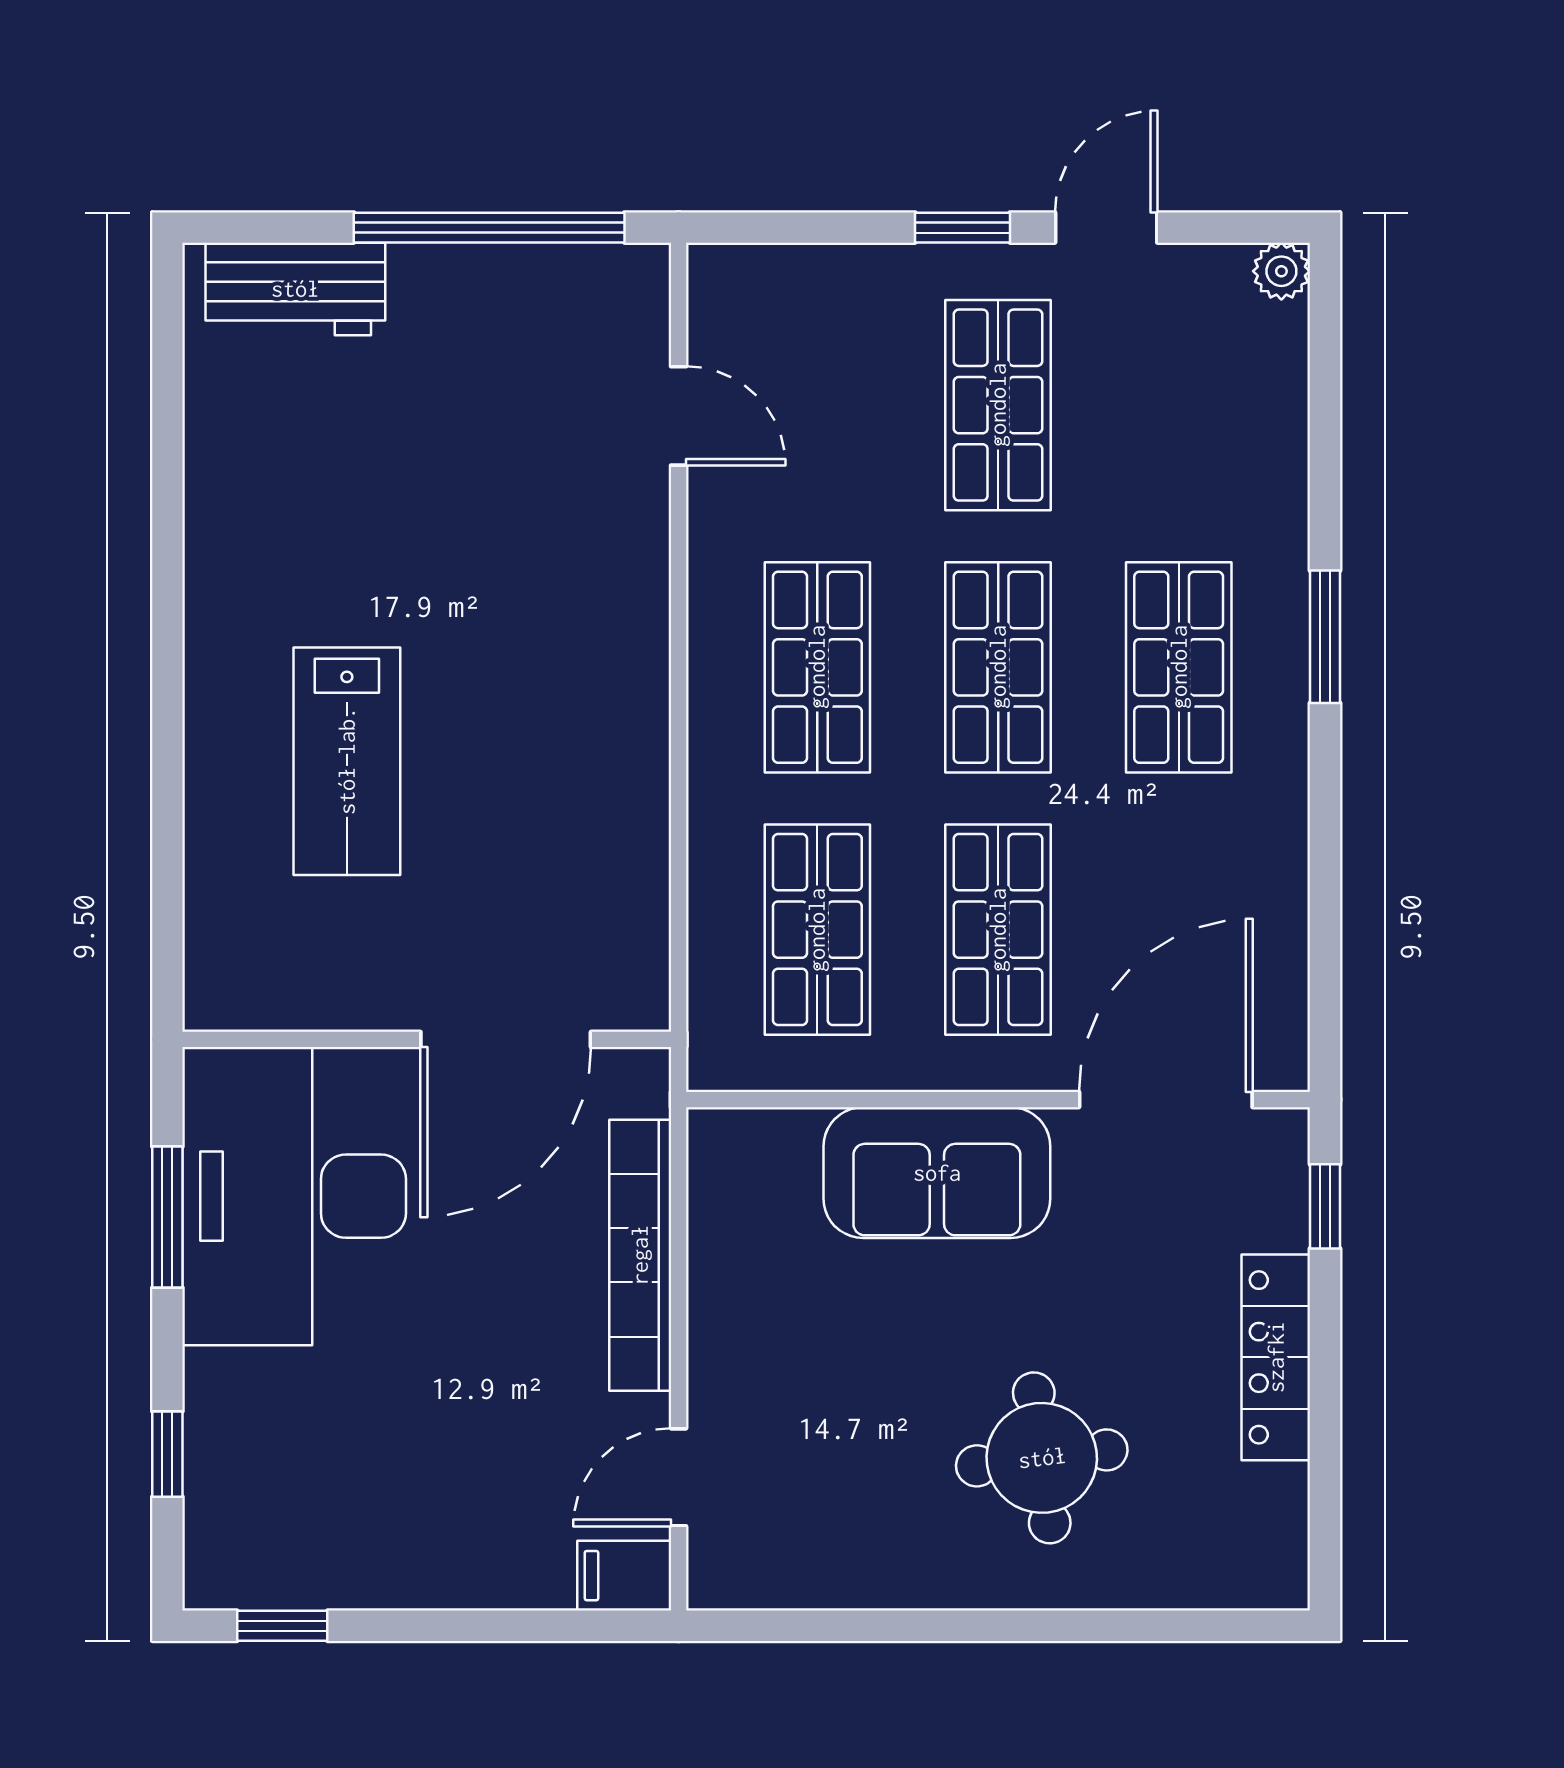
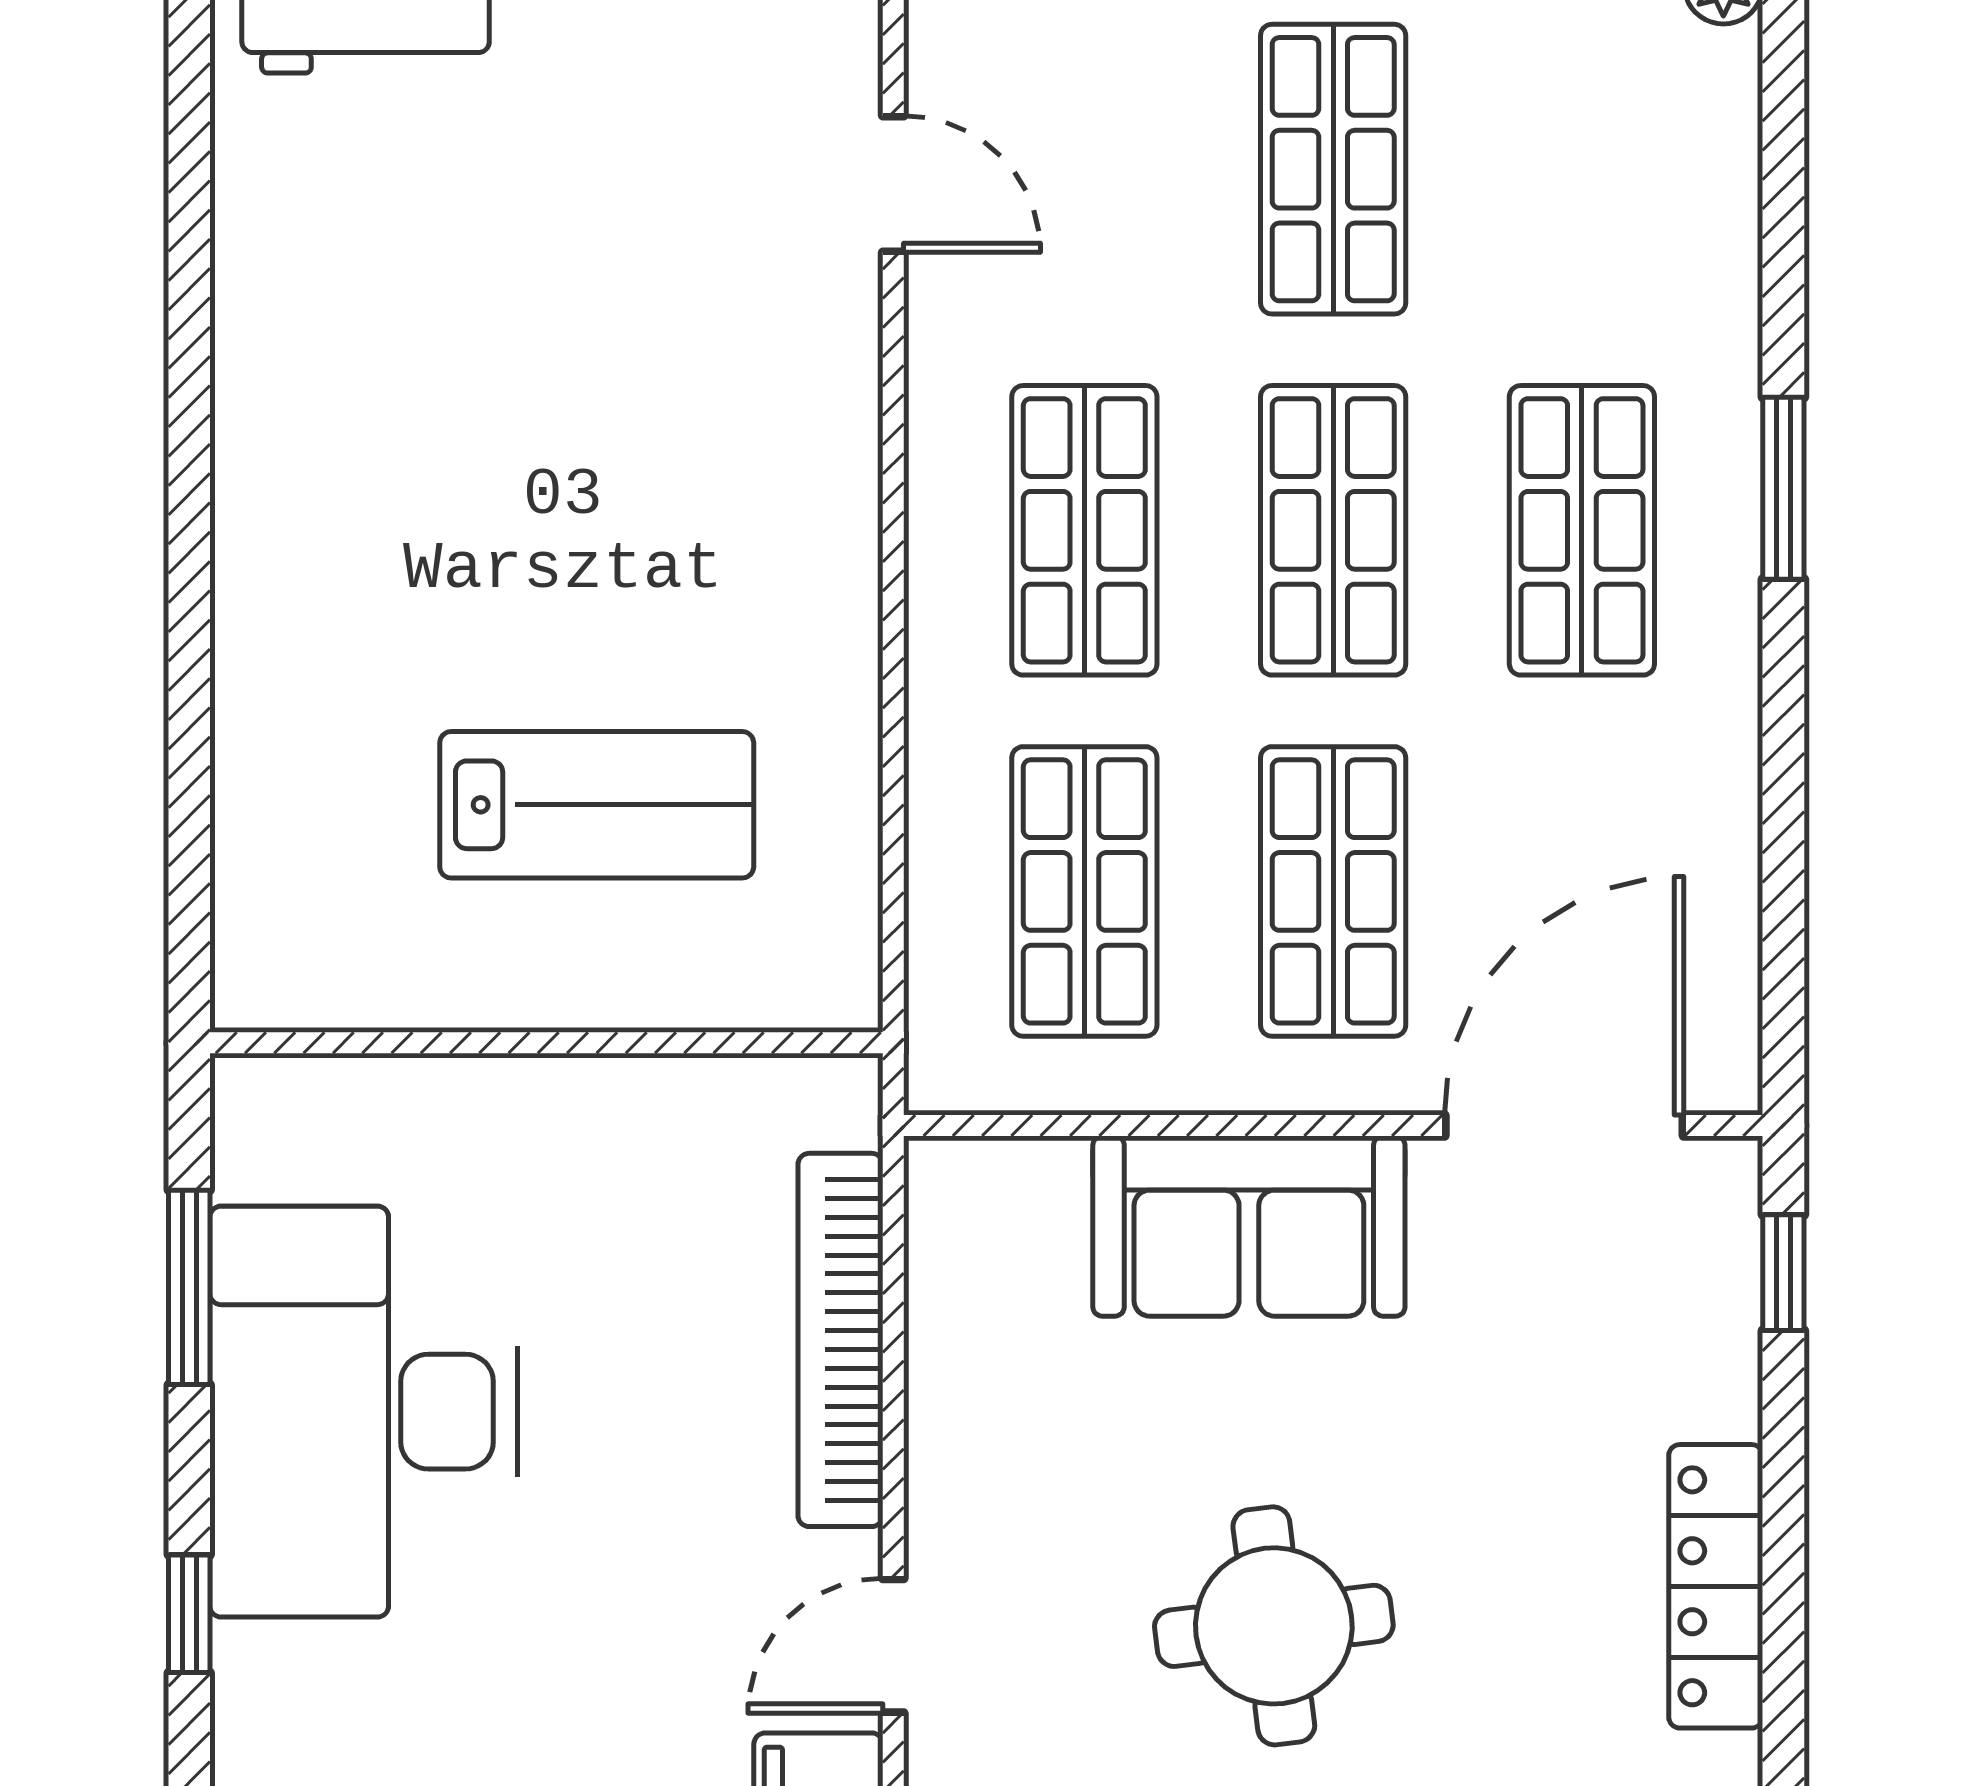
lab bench: (347, 761) -> (597, 805), moved, turned -90
door: (506, 1039) -> (655, 1043), removed
desk: (294, 1196) -> (364, 1412), moved
locker: (1276, 1357) -> (1716, 1586), moved
round table: (1042, 1458) -> (1274, 1626), moved

